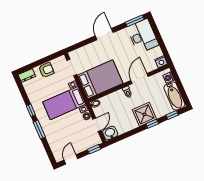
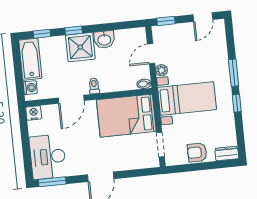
washbasin: (110, 133) -> (104, 39), moved

